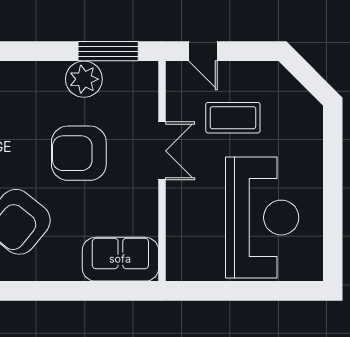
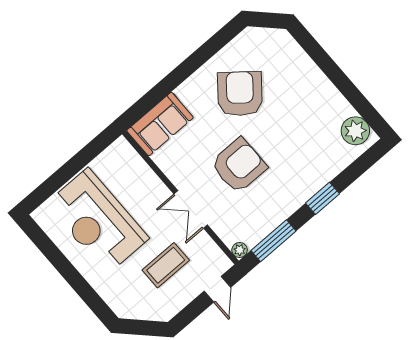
window: (25, 51) -> (323, 198), added
door: (203, 51) -> (217, 289), swing flipped
plant: (84, 79) -> (240, 250), moved, width x0.53, depth x0.53

